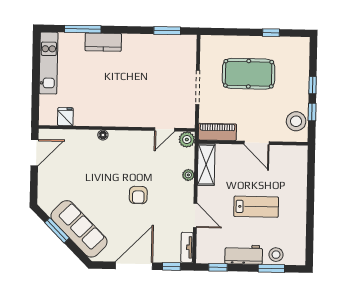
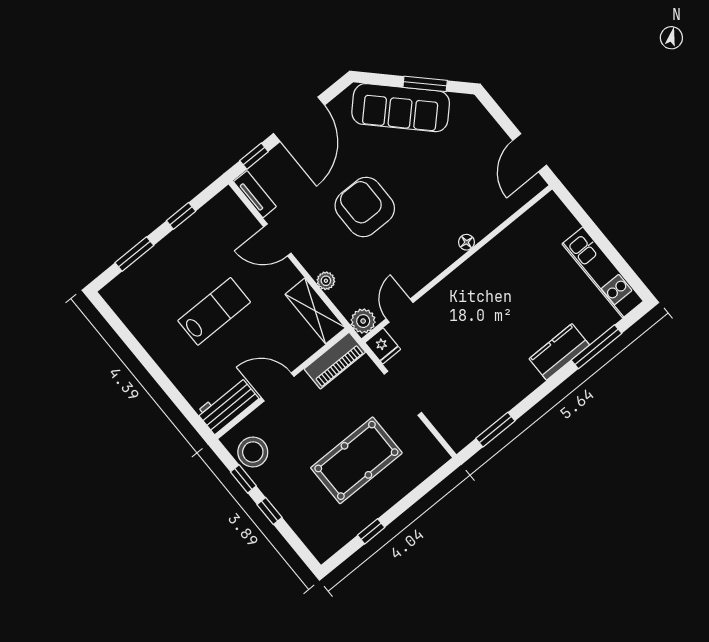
fridge: (65, 117) -> (383, 346), moved
armchair: (138, 195) -> (365, 207), width x1.88, depth x1.88
lab bench: (256, 207) -> (214, 311), turned 180
workbench: (244, 255) -> (227, 405), moved, turned 180
stool: (276, 255) -> (143, 275), removed
window: (218, 267) -> (181, 216), moved

